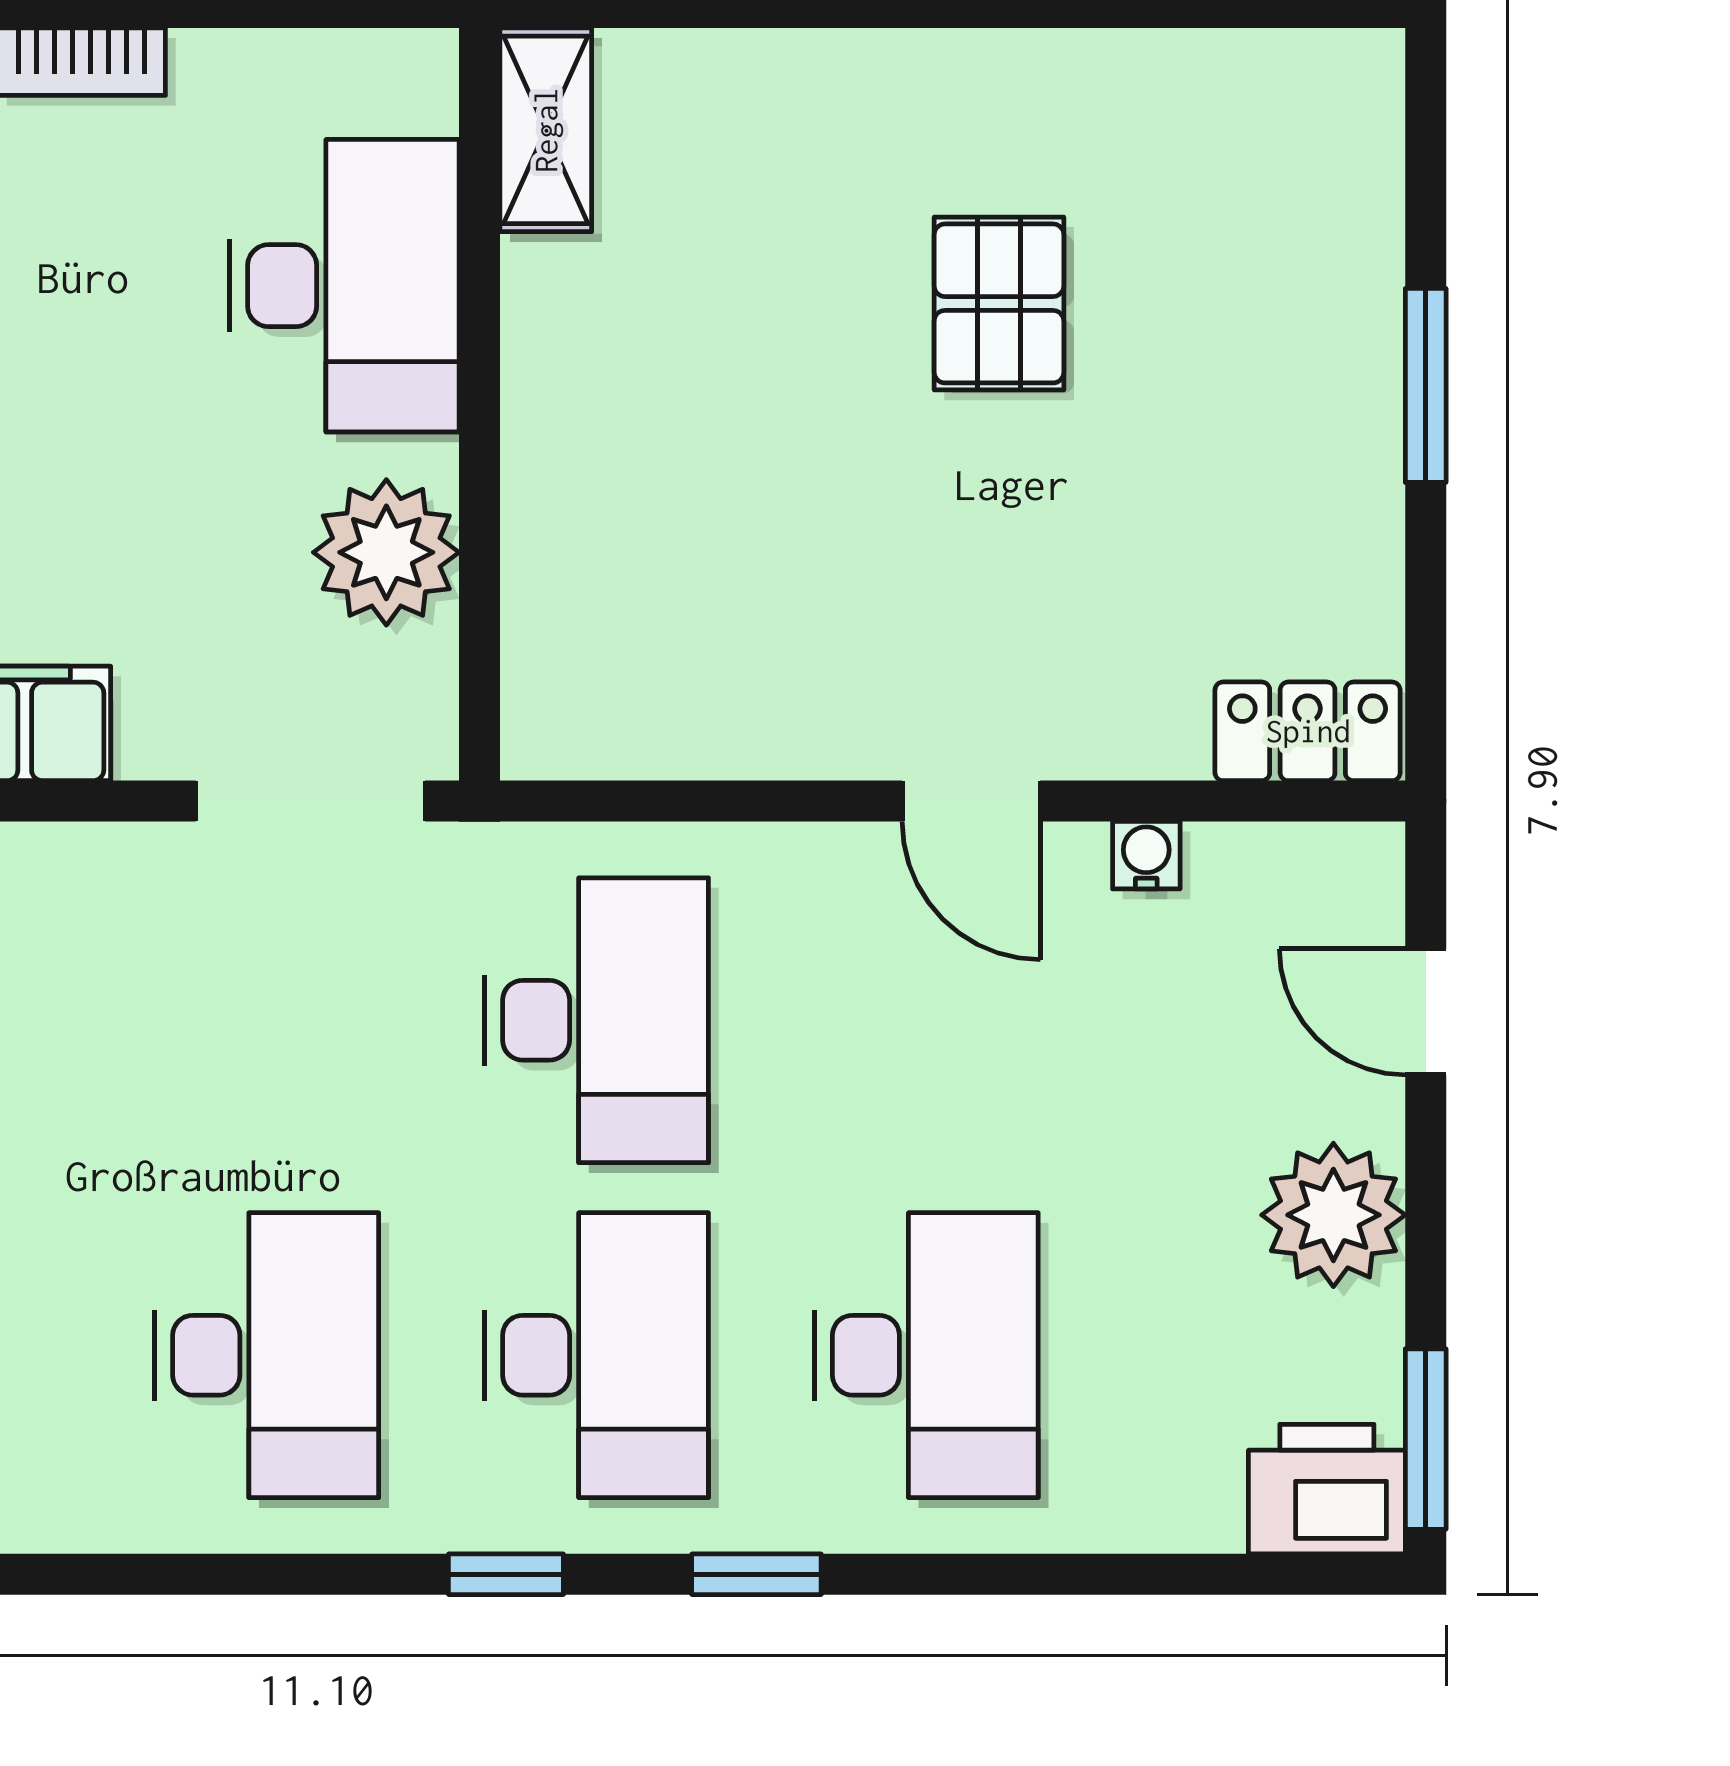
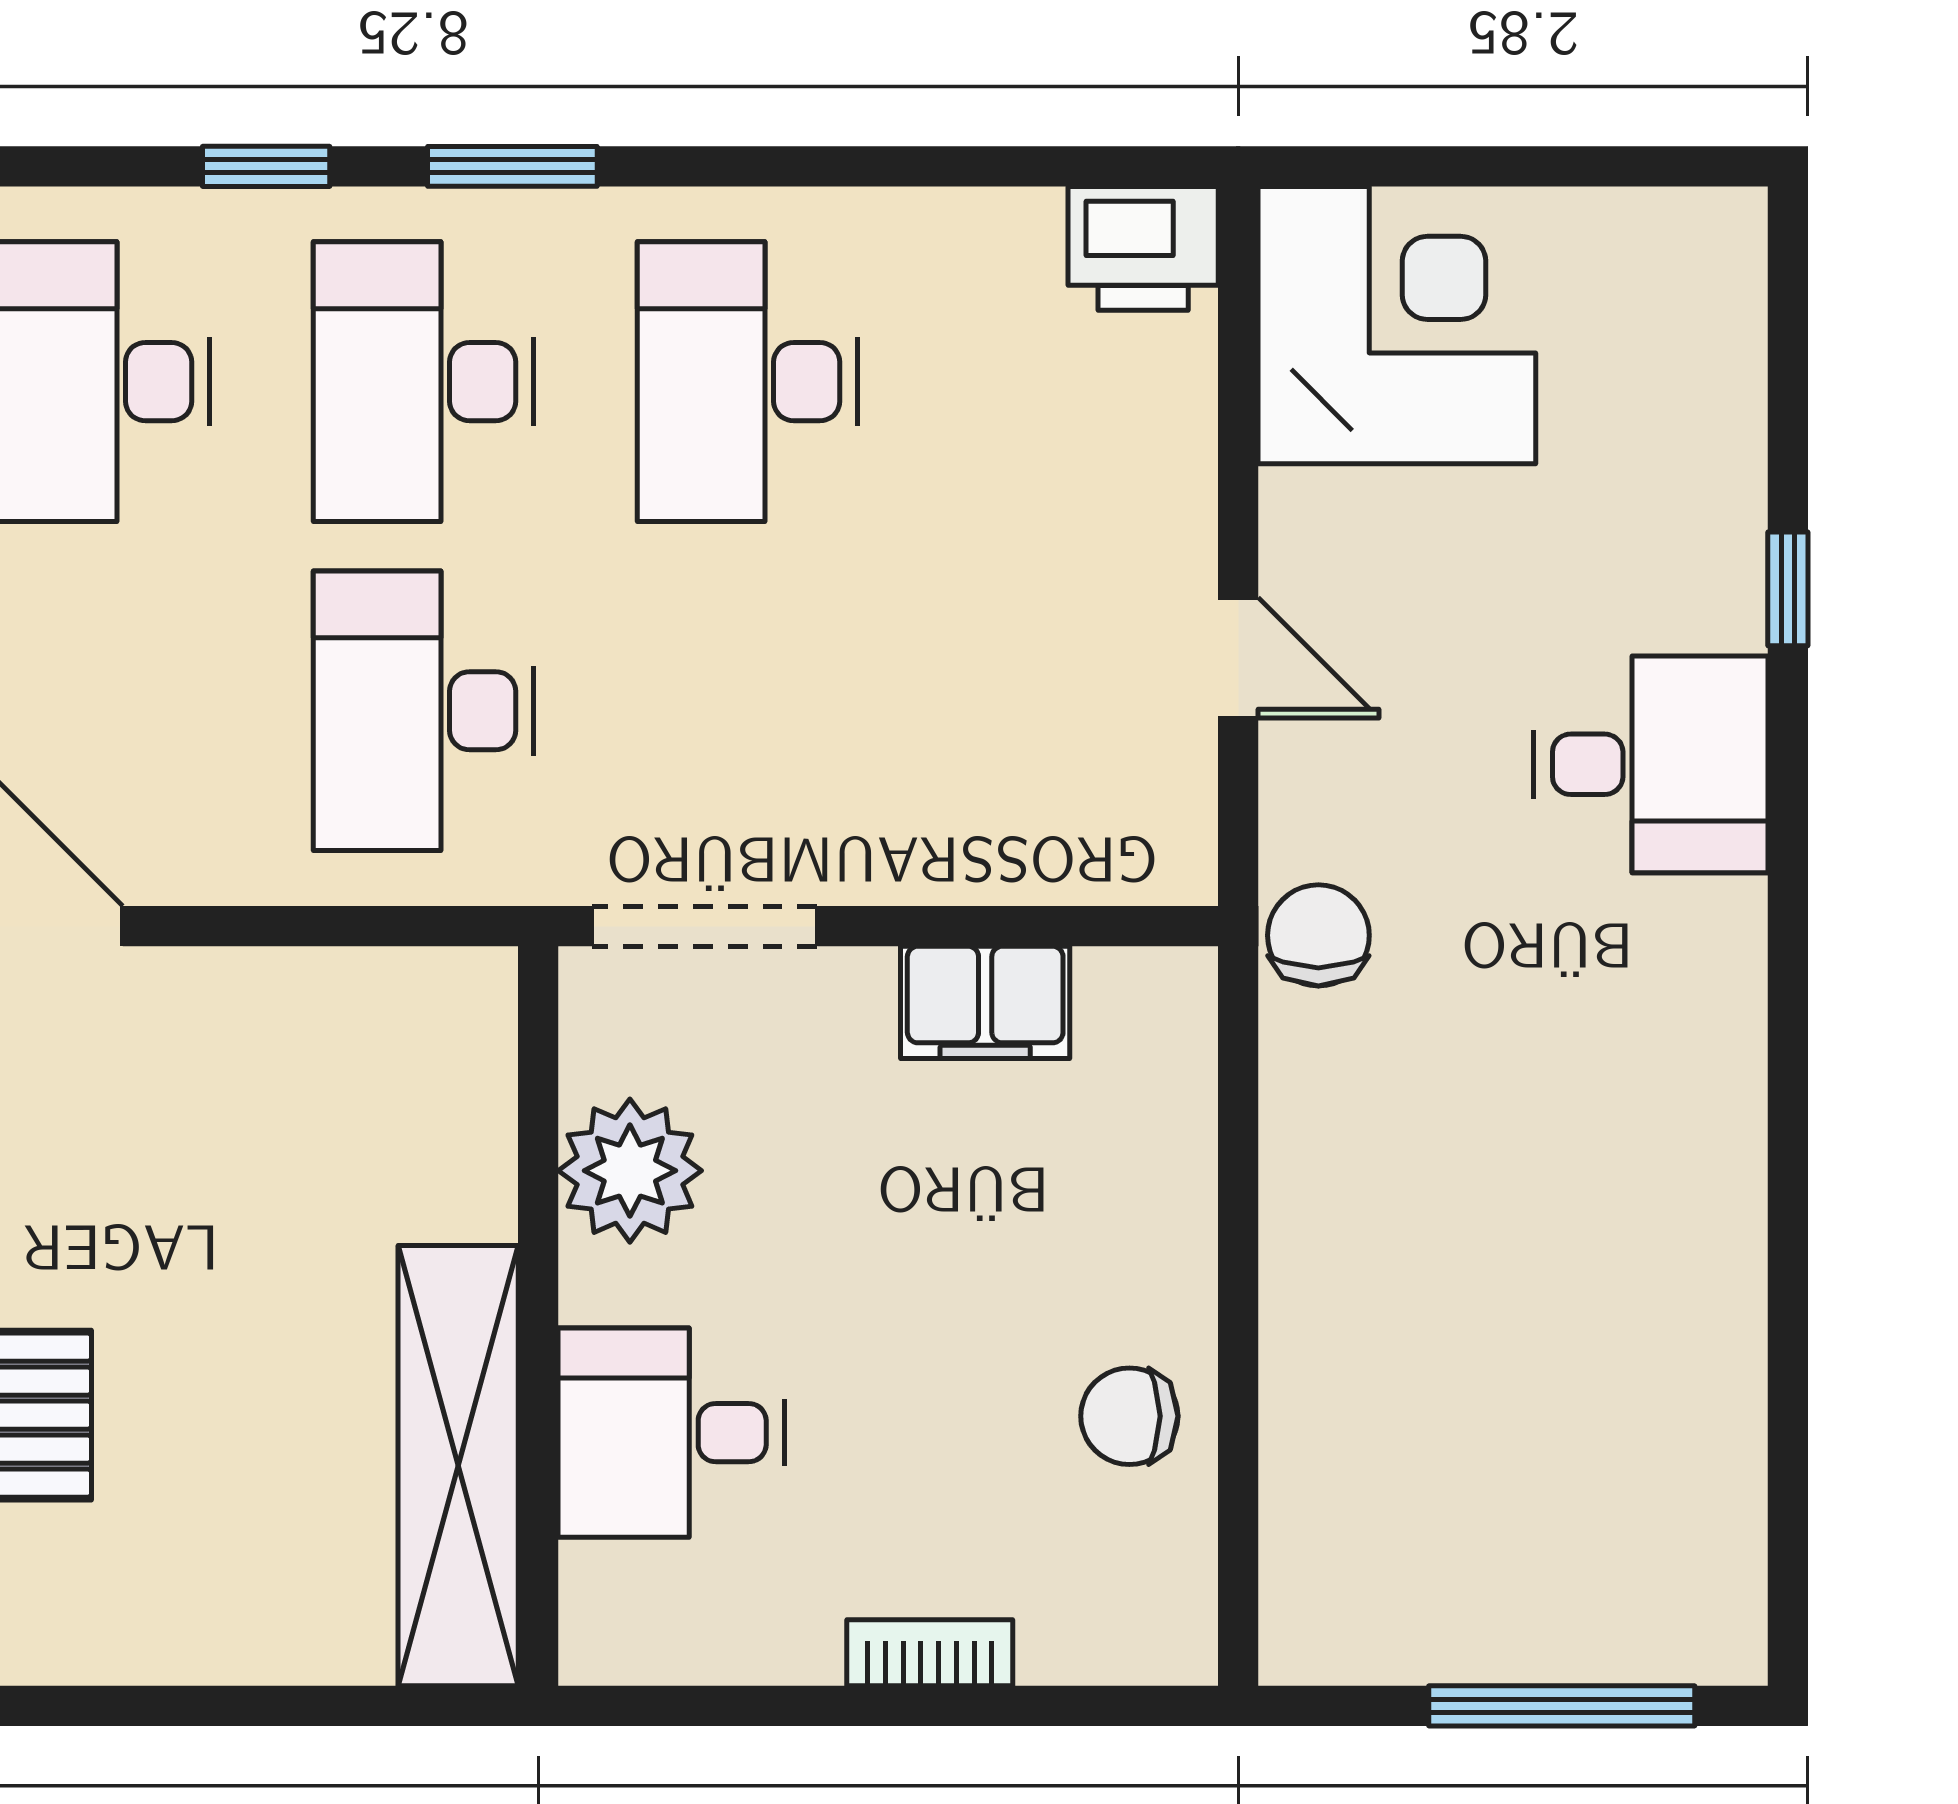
shelving: (546, 130) -> (458, 1466), width x2.20, depth x1.33
desk: (344, 286) -> (671, 1433), width x0.73
window: (506, 1574) -> (512, 166), width x1.50

